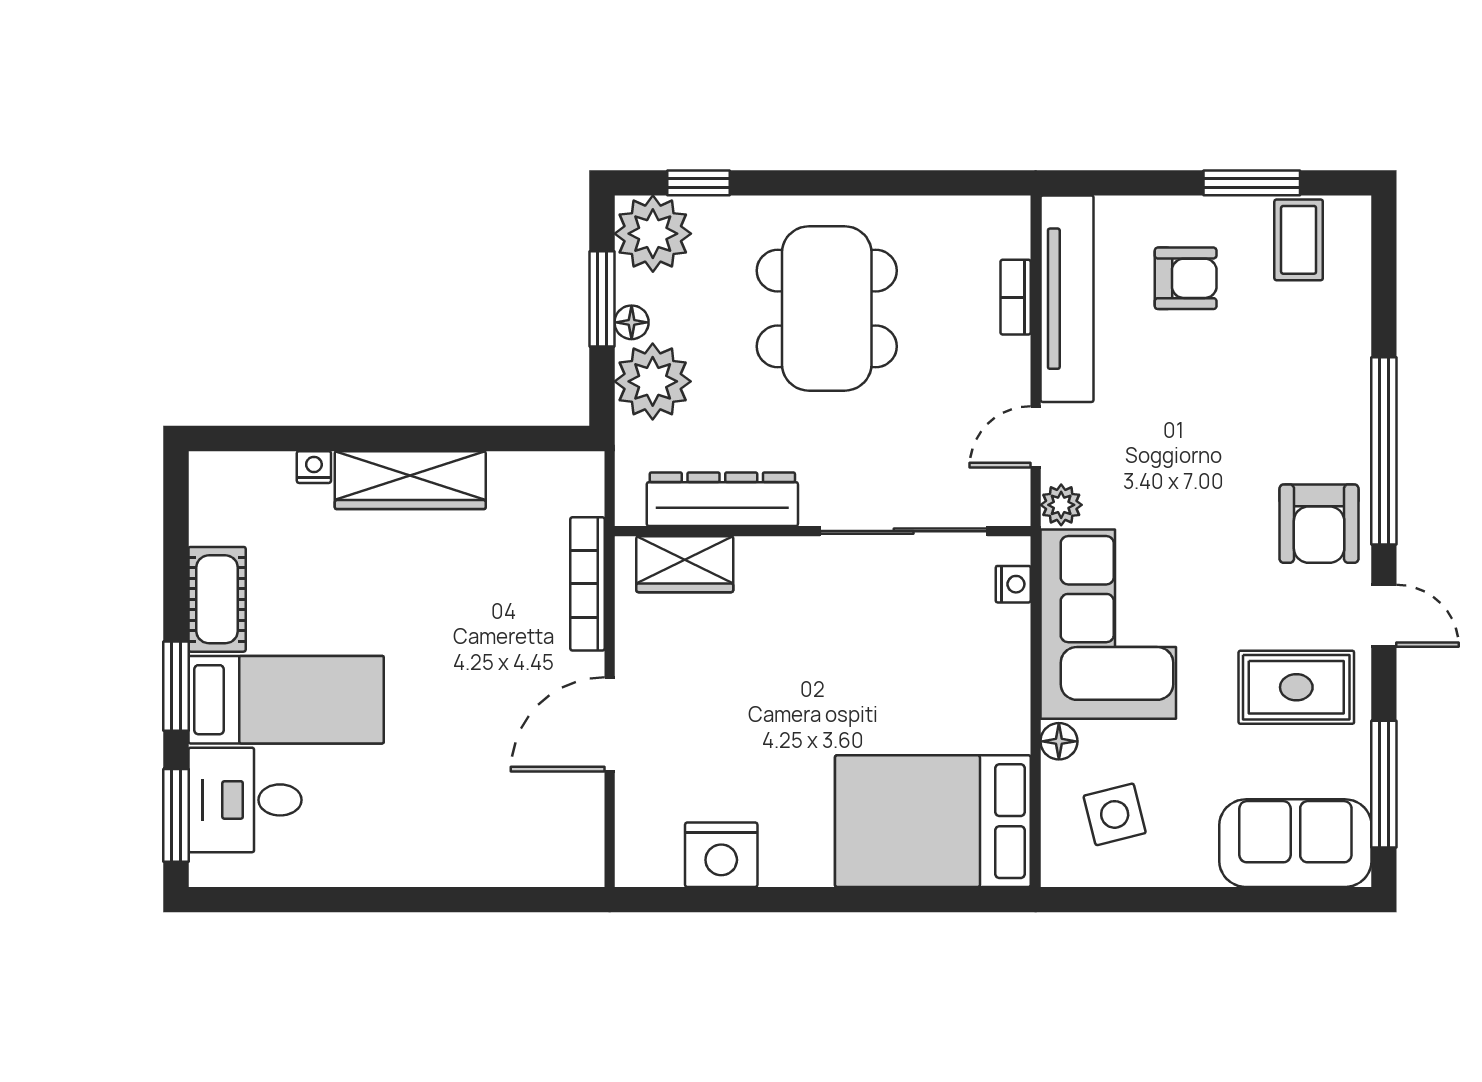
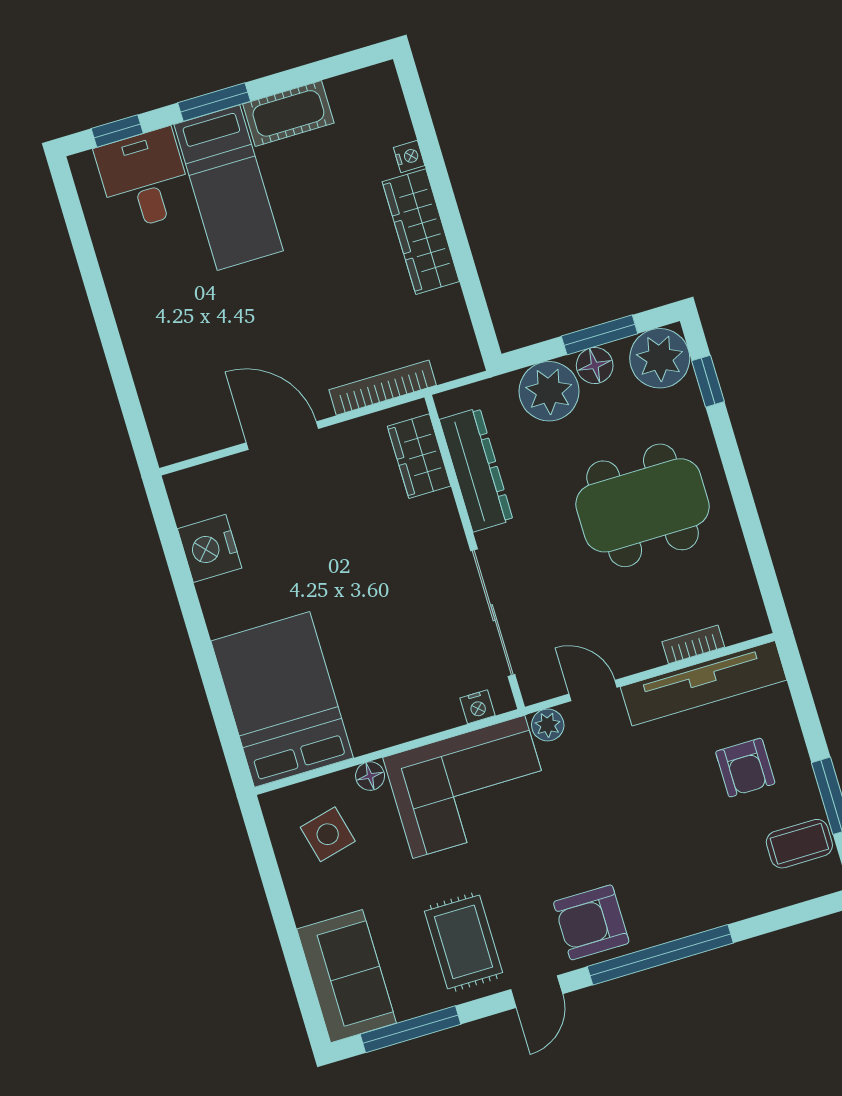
floor lamp: (632, 322) -> (595, 365), width x1.37, depth x1.37
window: (176, 815) -> (117, 131), width x0.67

